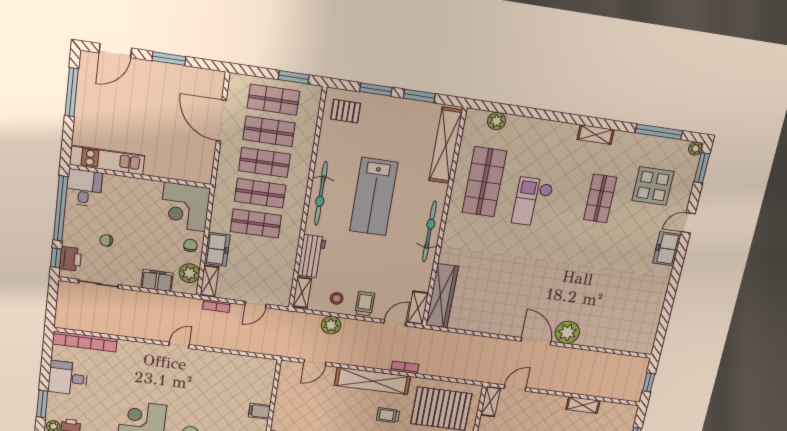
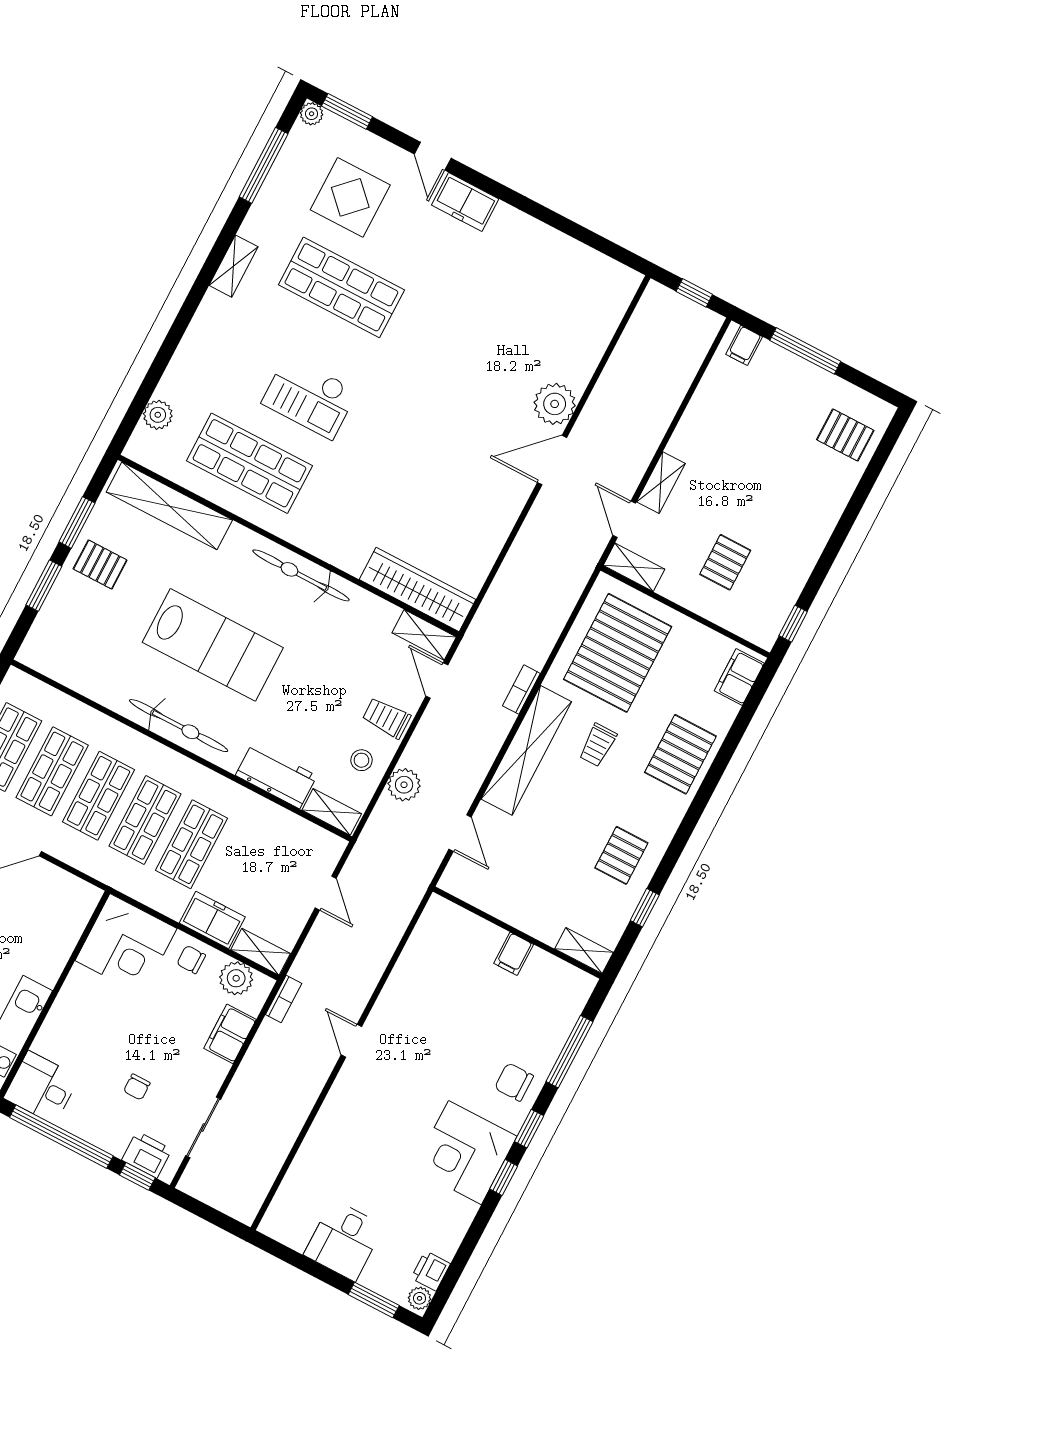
pallet: (346, 111) -> (100, 564), moved, turned 90
shop shelf: (600, 198) -> (341, 287), width x1.43, depth x1.36
bookcase: (216, 306) -> (284, 999), moved
bookcase: (85, 341) -> (291, 1188), removed
shelving: (583, 405) -> (661, 483), moved
filing cabinet: (627, 416) -> (744, 345), added

